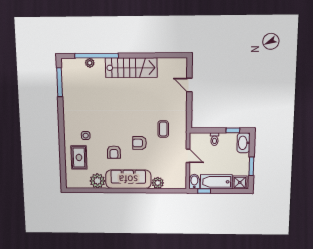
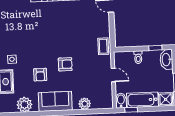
coffee table: (163, 129) -> (103, 46), moved
armchair: (139, 143) -> (65, 64), turned 180
sofa: (128, 179) -> (55, 101), width x0.73

